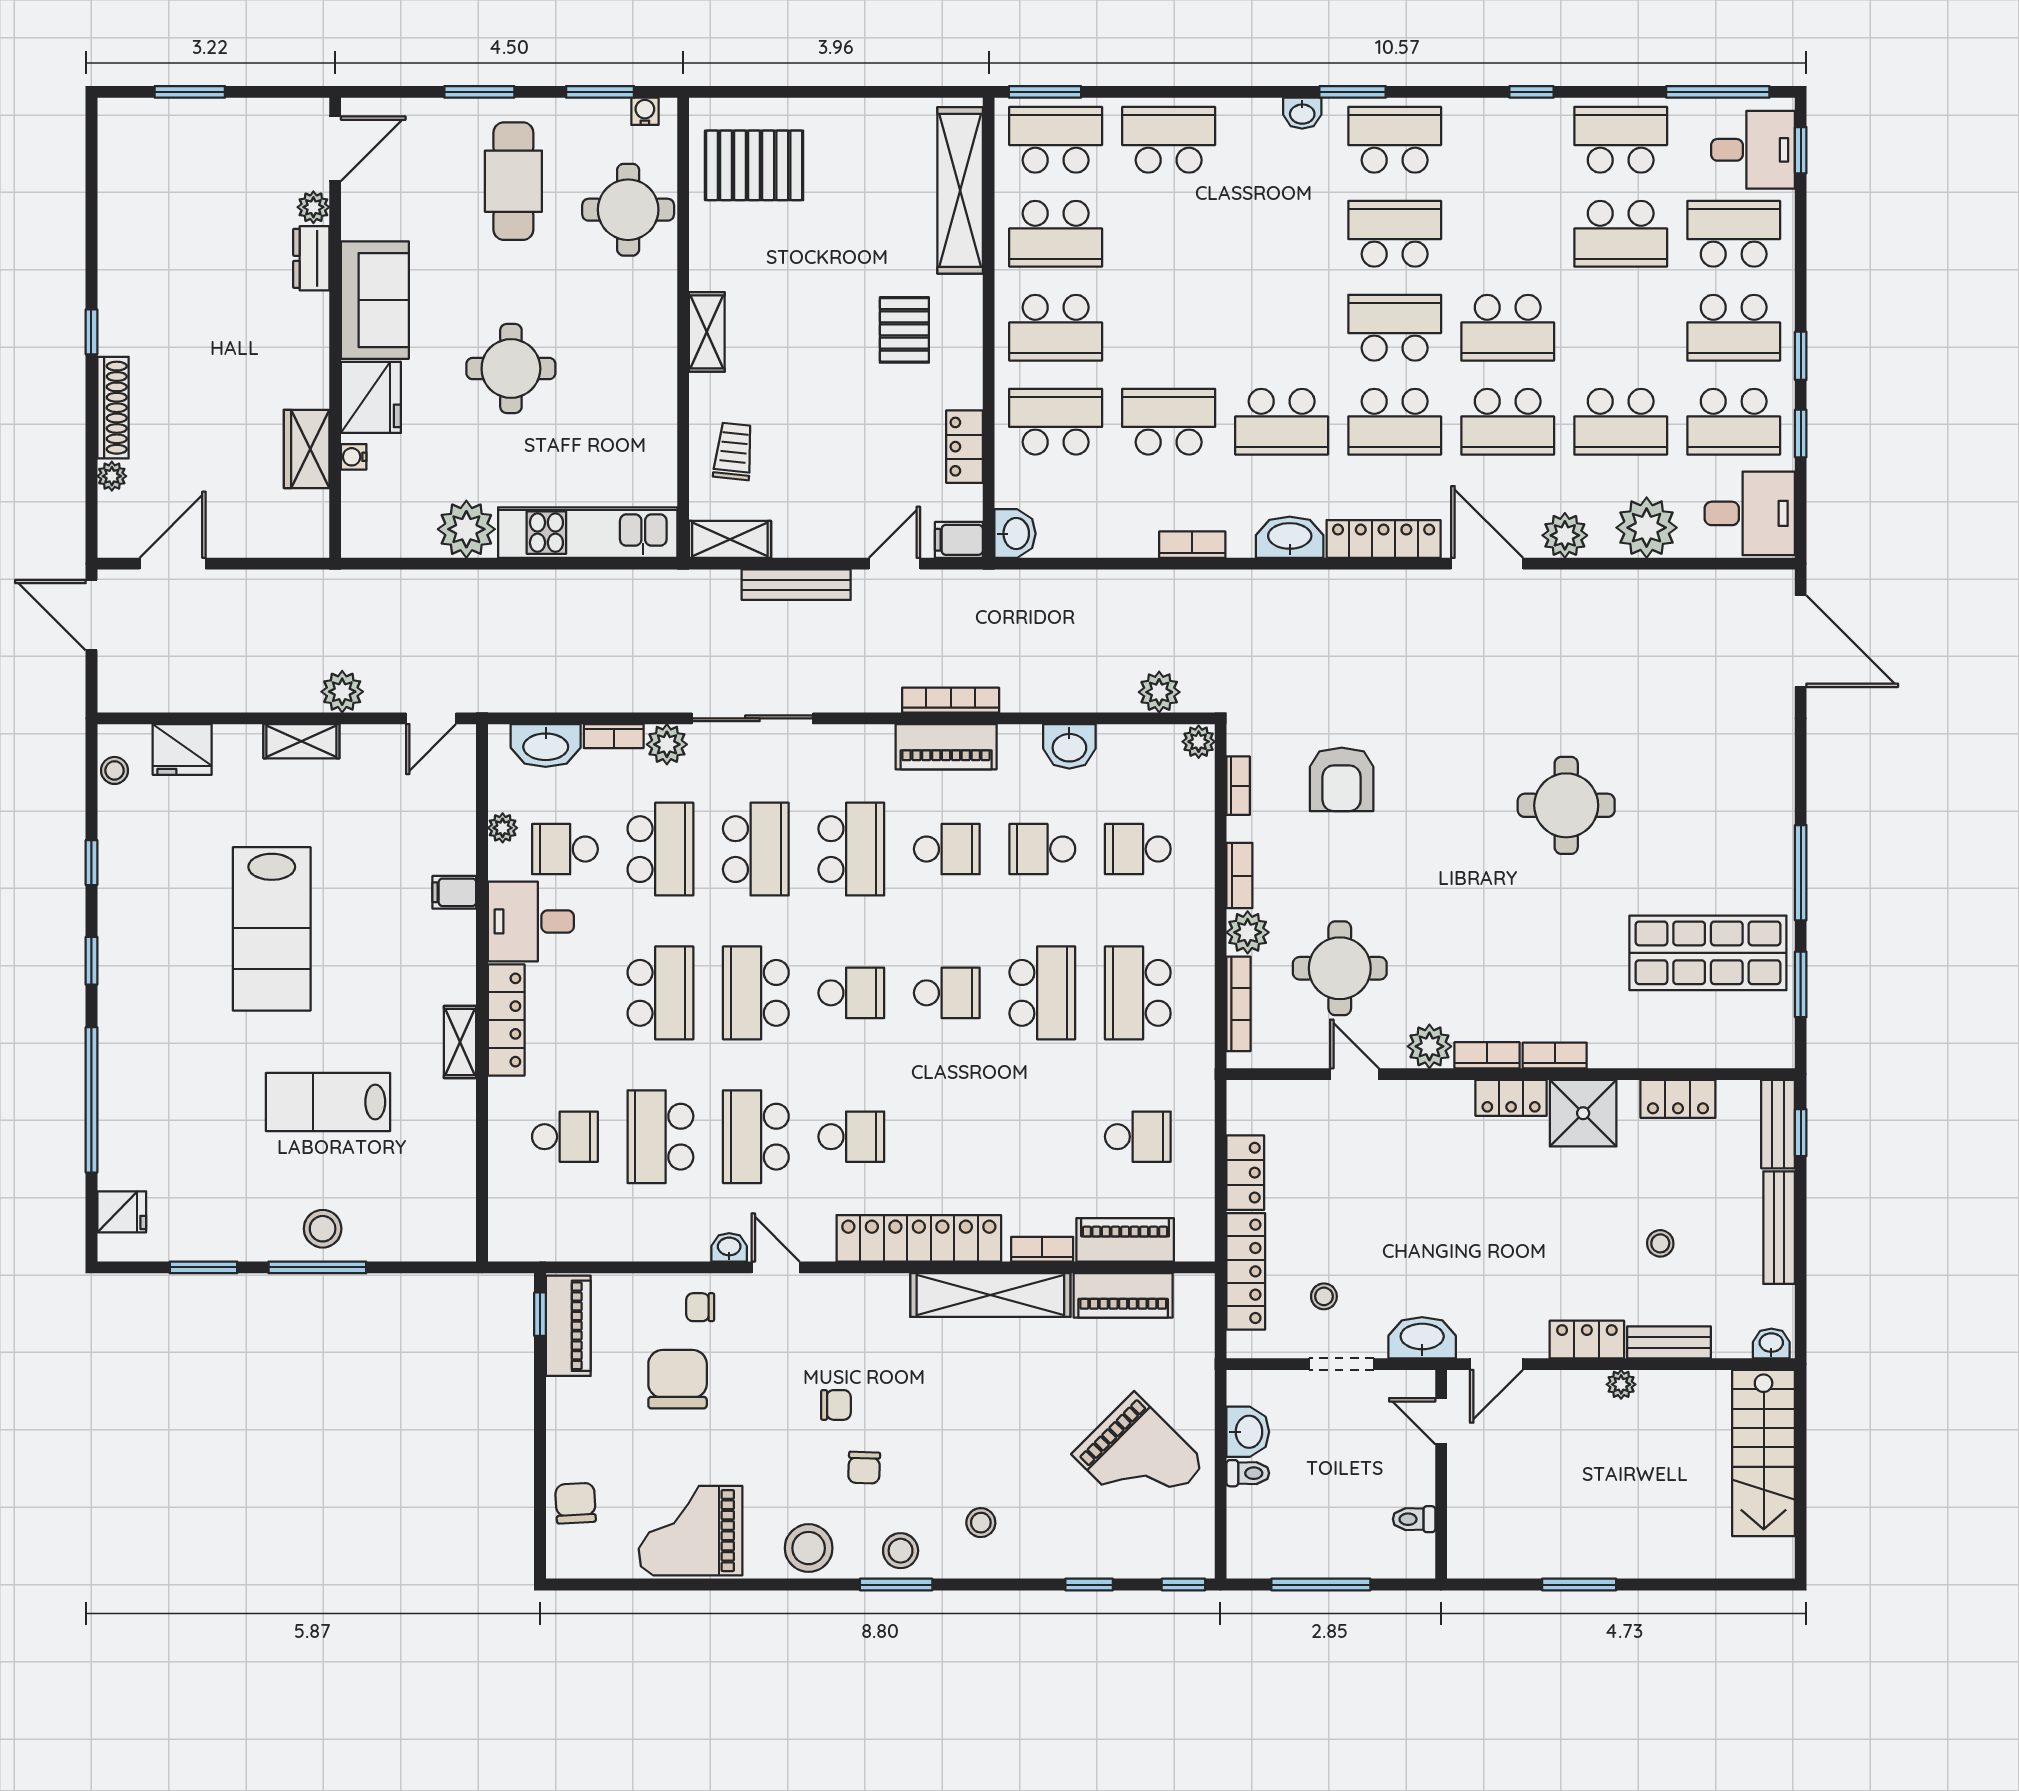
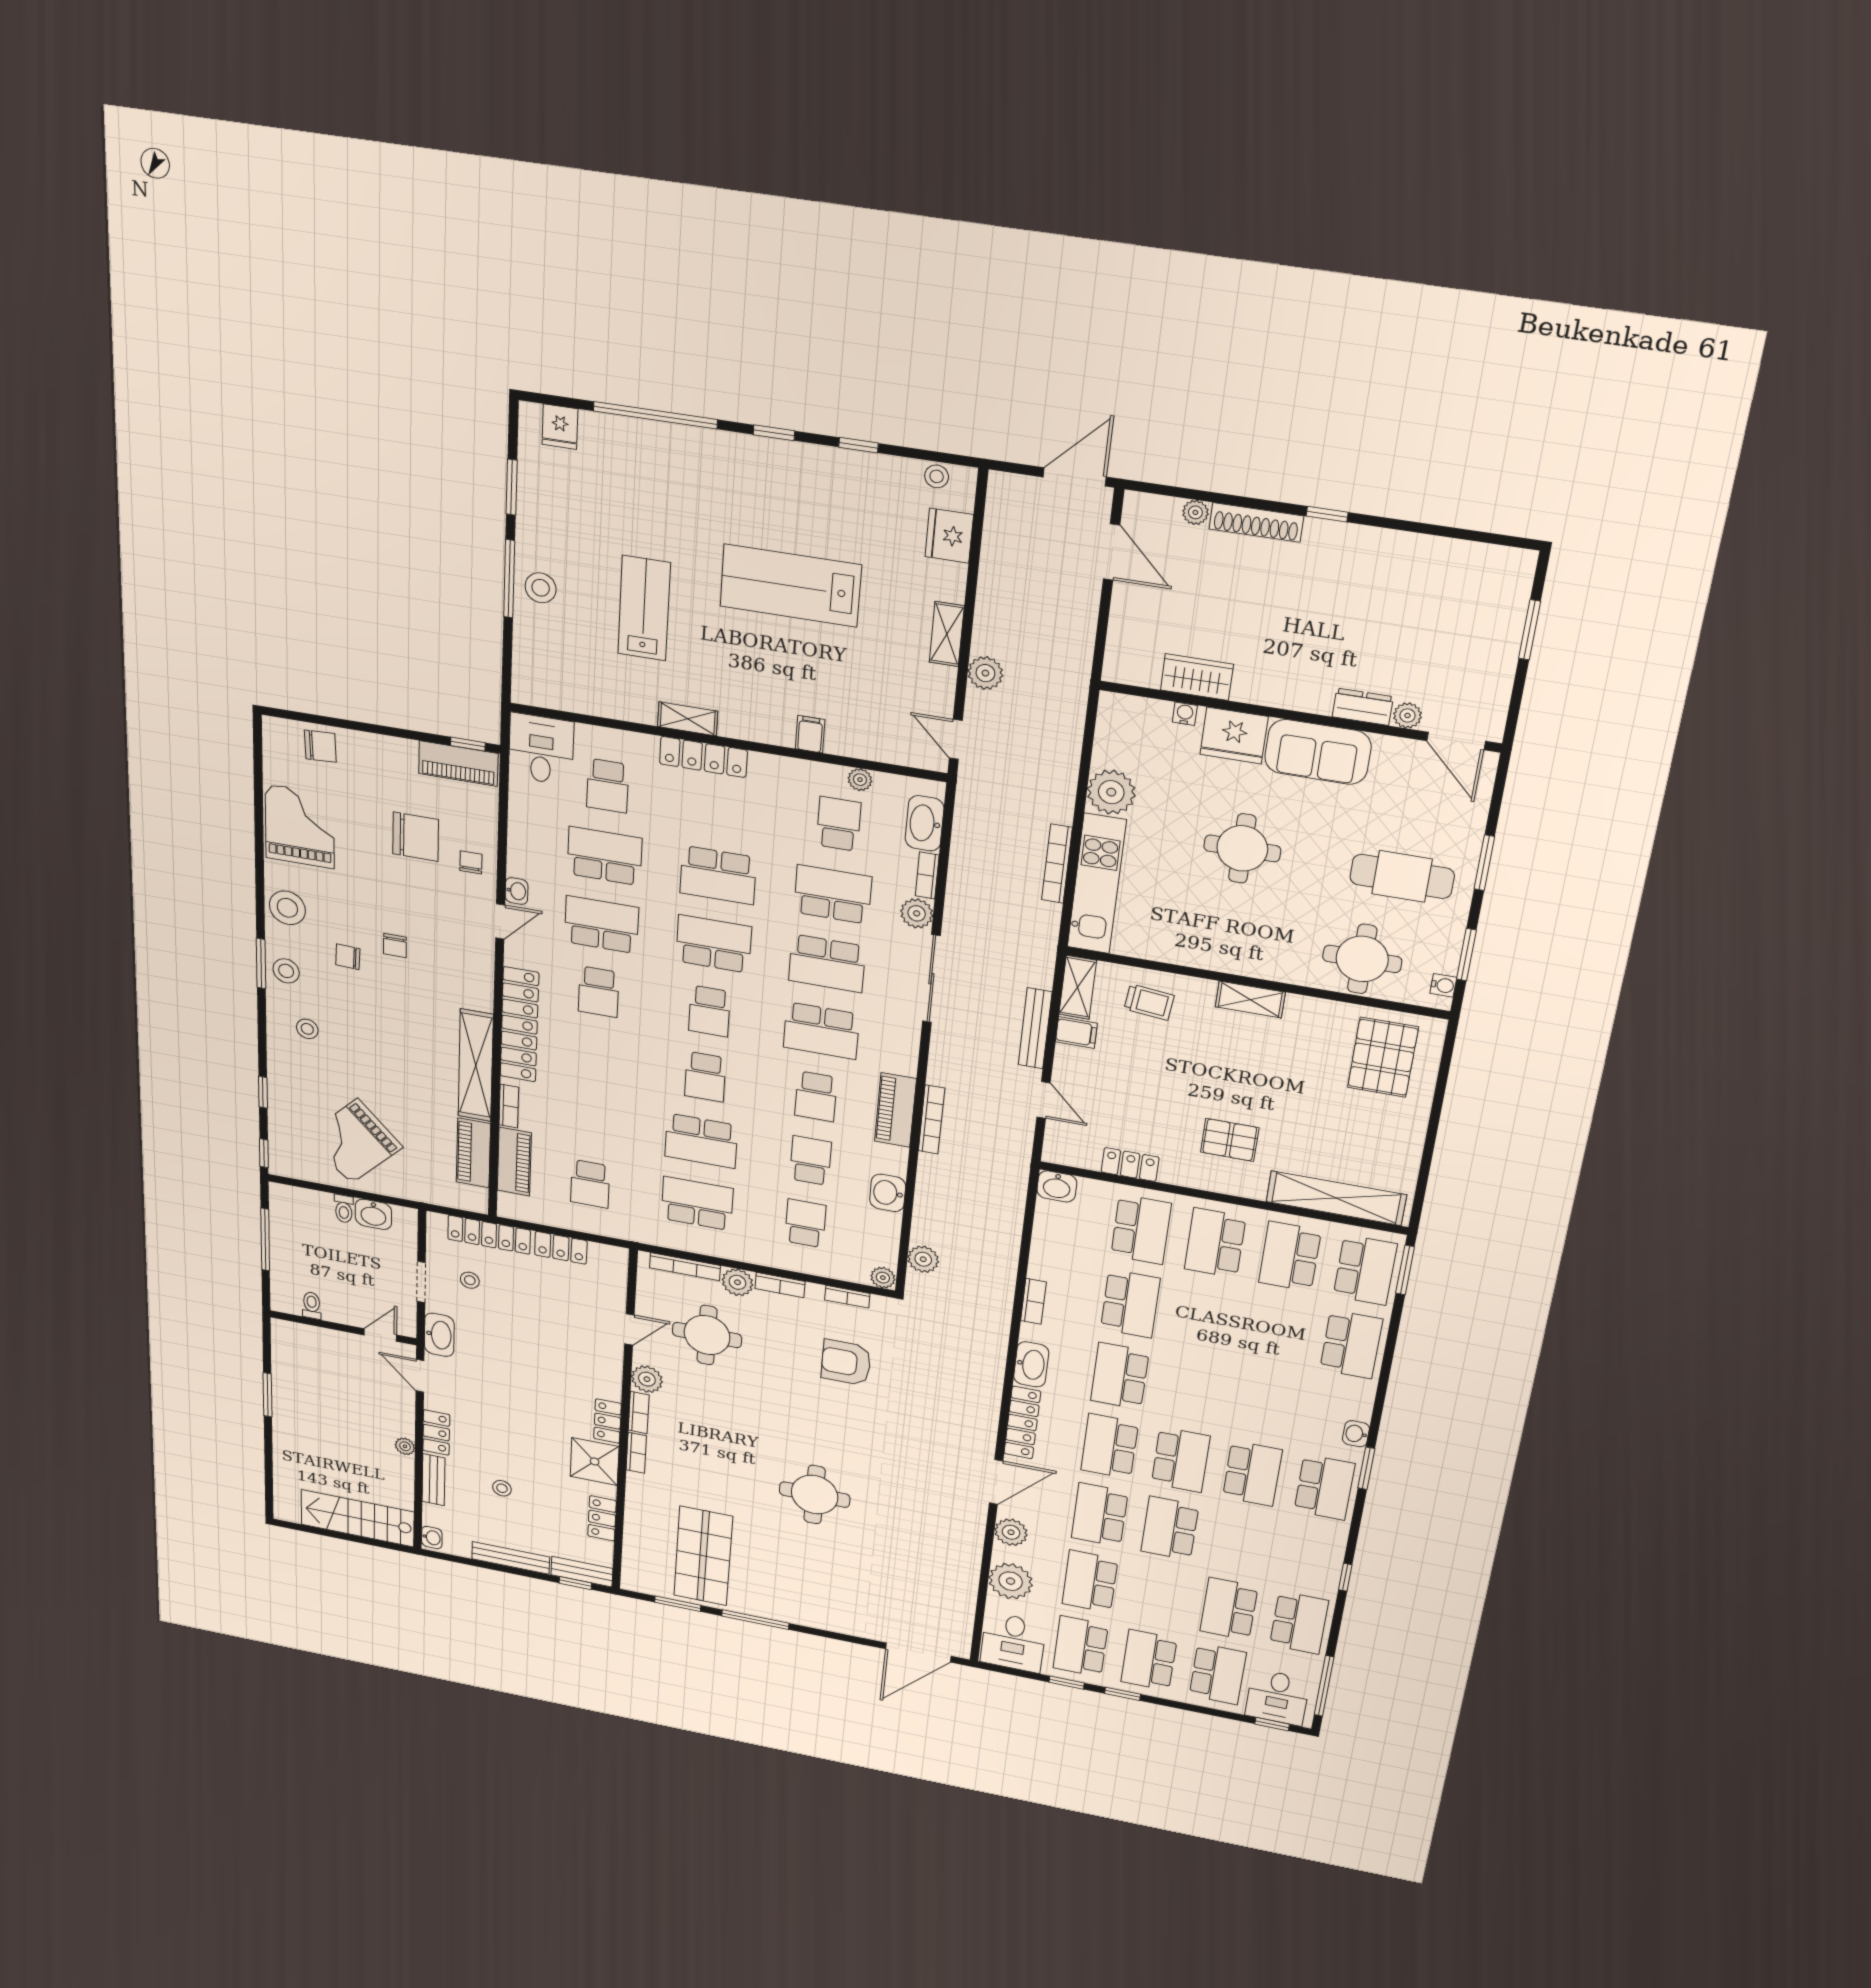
filing cabinet: (959, 540) -> (1076, 1032), moved, turned 90
bookcase: (570, 582) -> (1057, 864), added
school desk: (660, 849) -> (833, 894), turned 180
desk: (531, 921) -> (541, 749), moved

